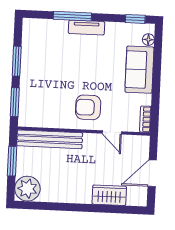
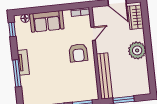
plant: (27, 189) -> (137, 50), moved
wardrobe: (109, 195) -> (136, 17), moved

